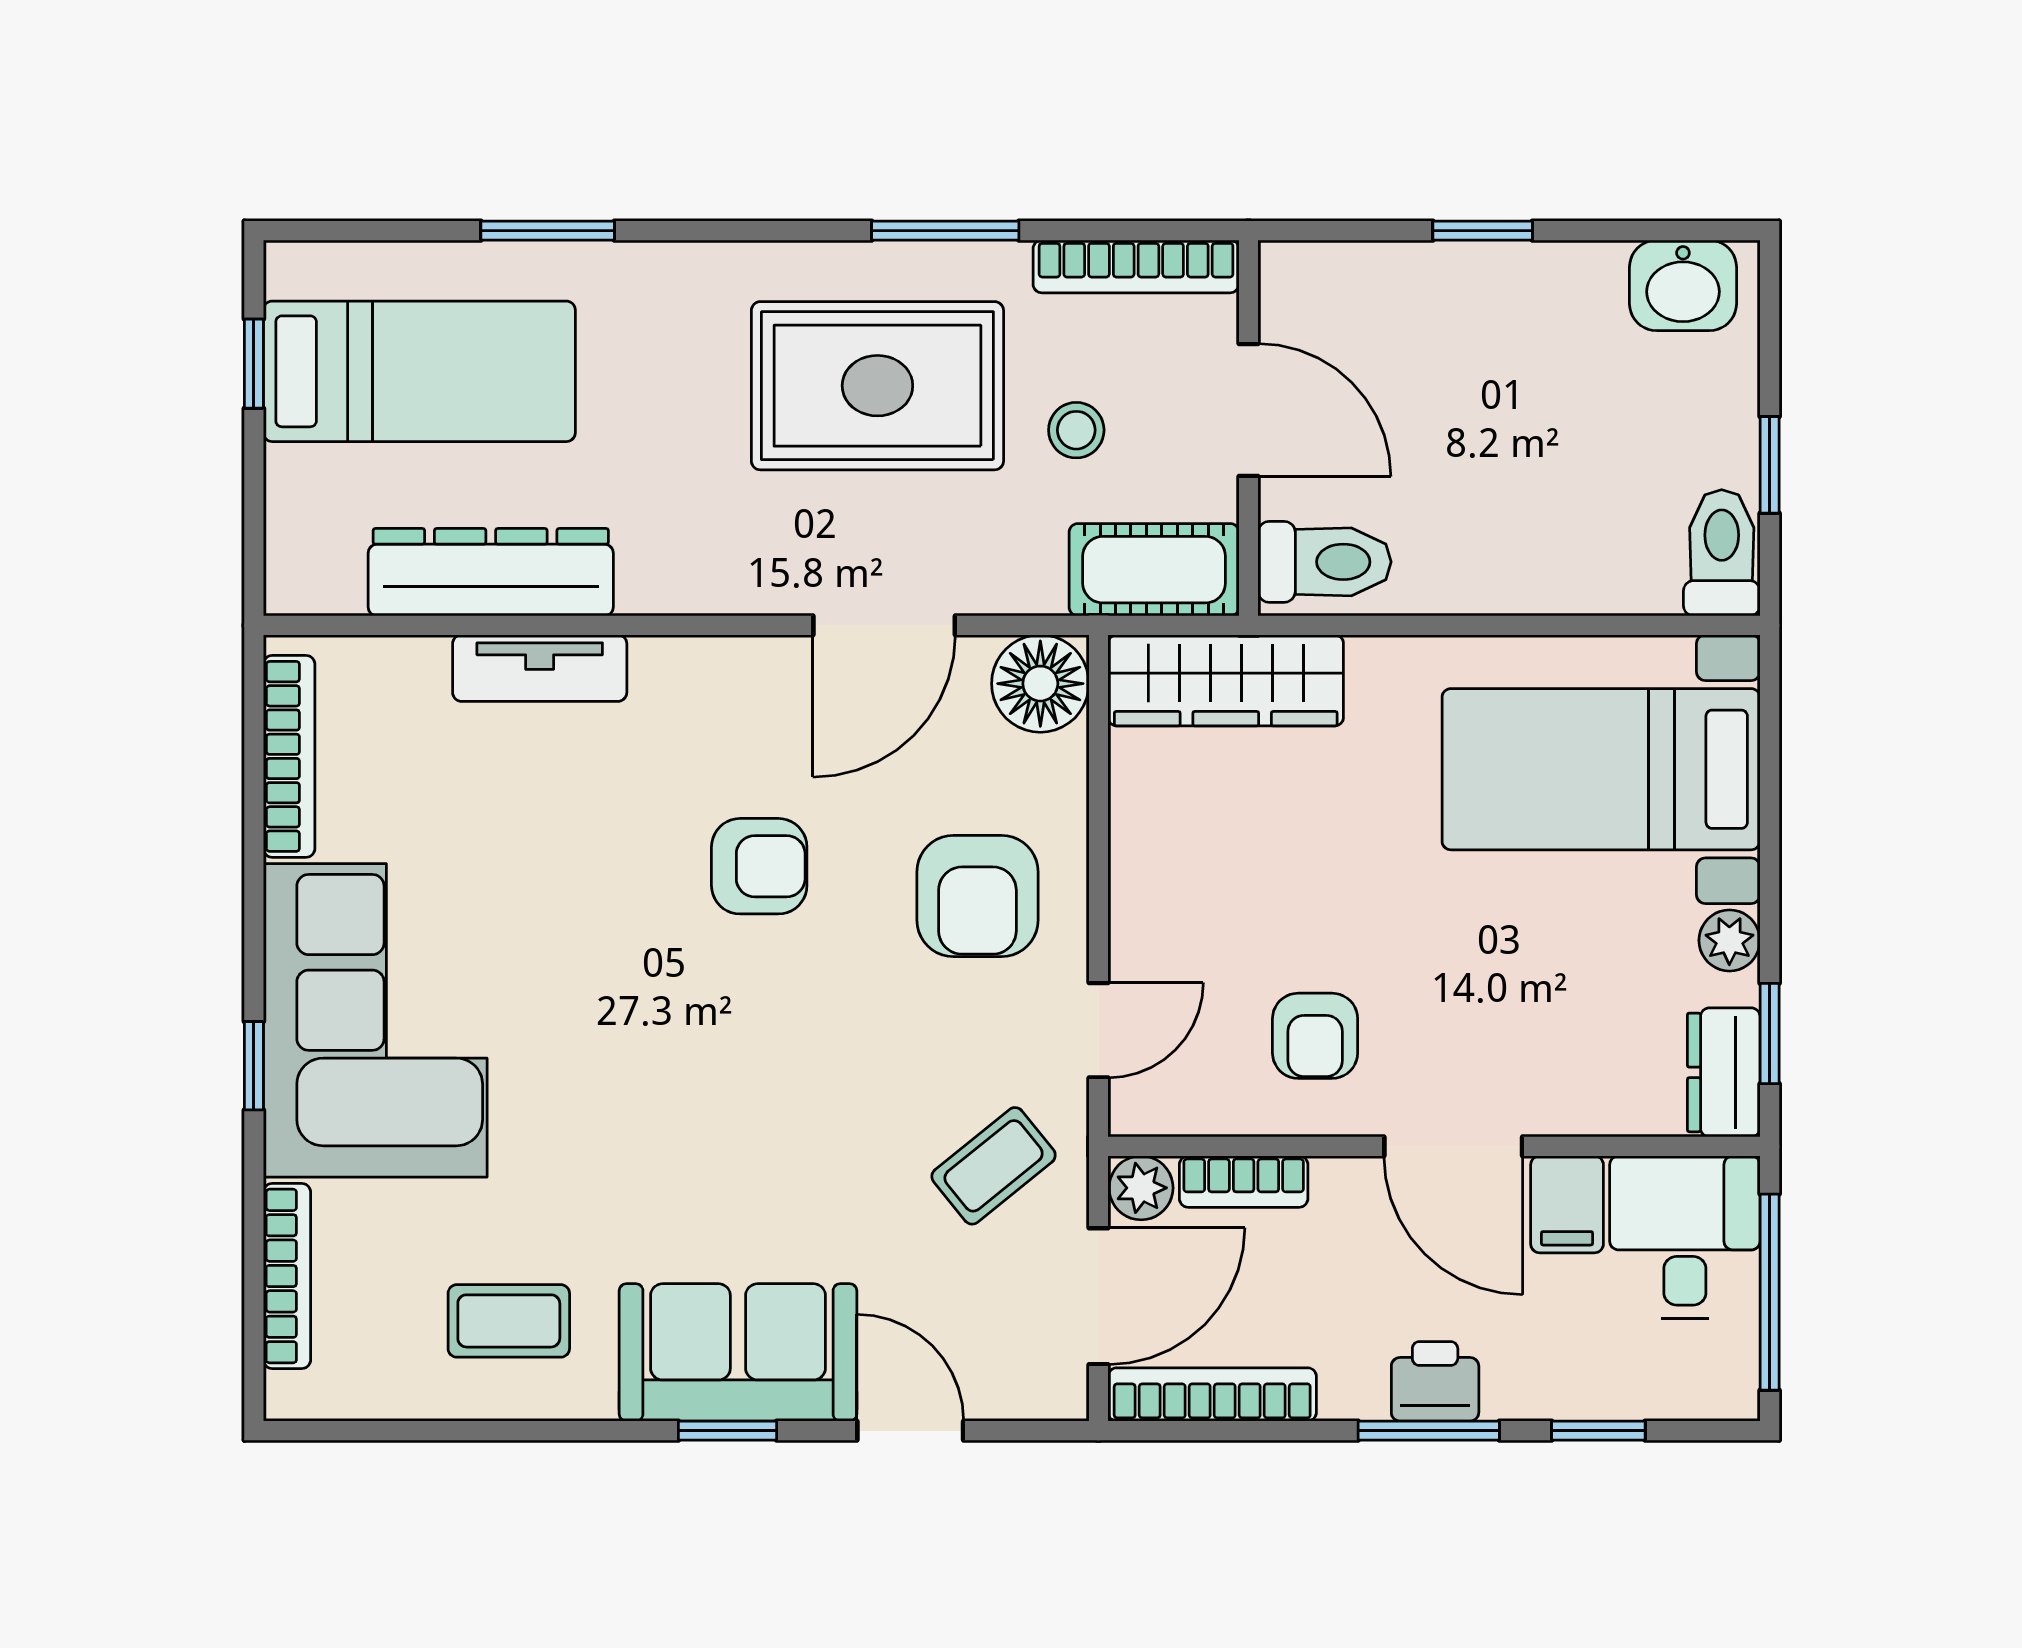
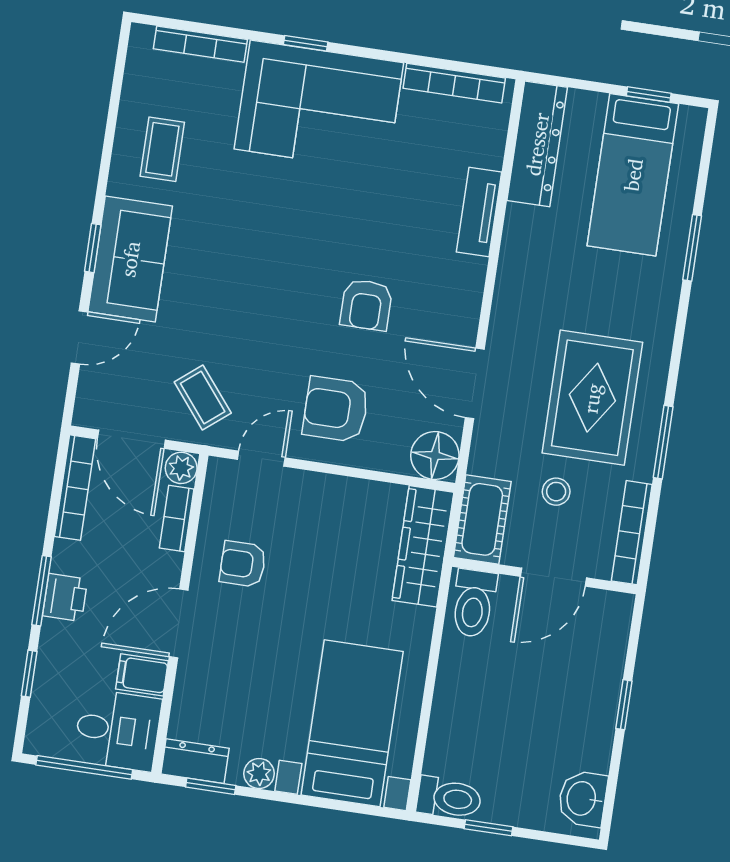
dresser: (491, 572) -> (537, 144), moved
door: (1099, 1030) -> (261, 459), swing flipped

